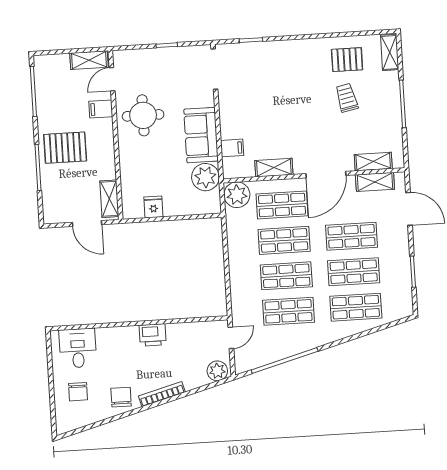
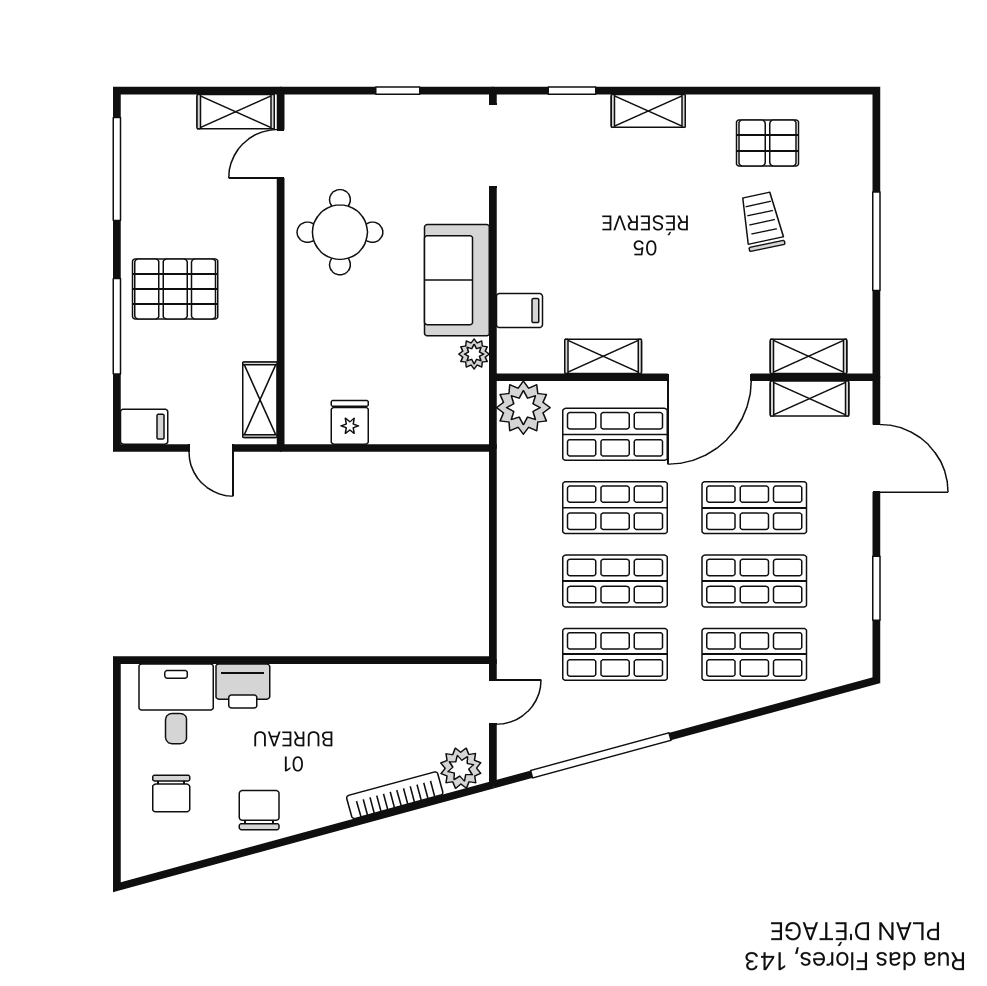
shelving: (390, 52) -> (648, 111), moved, turned 90
filing cabinet: (101, 109) -> (144, 427), moved, turned 180
plant: (205, 177) -> (474, 354), width x0.53, depth x0.53
door: (87, 223) -> (211, 448), width x0.73
printer: (153, 335) -> (243, 686), moved
bookcase: (162, 394) -> (395, 795), moved

